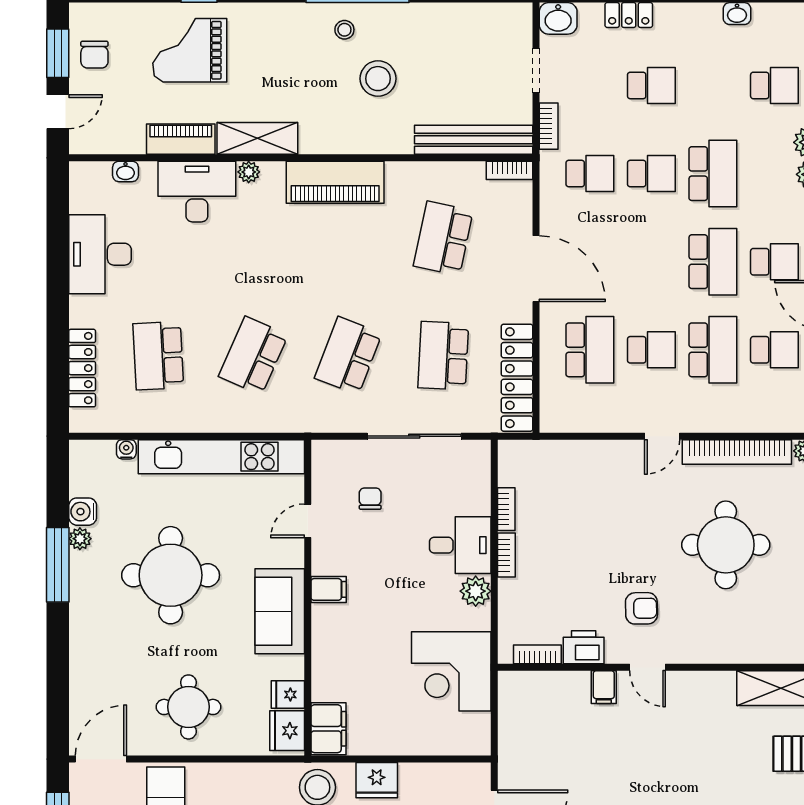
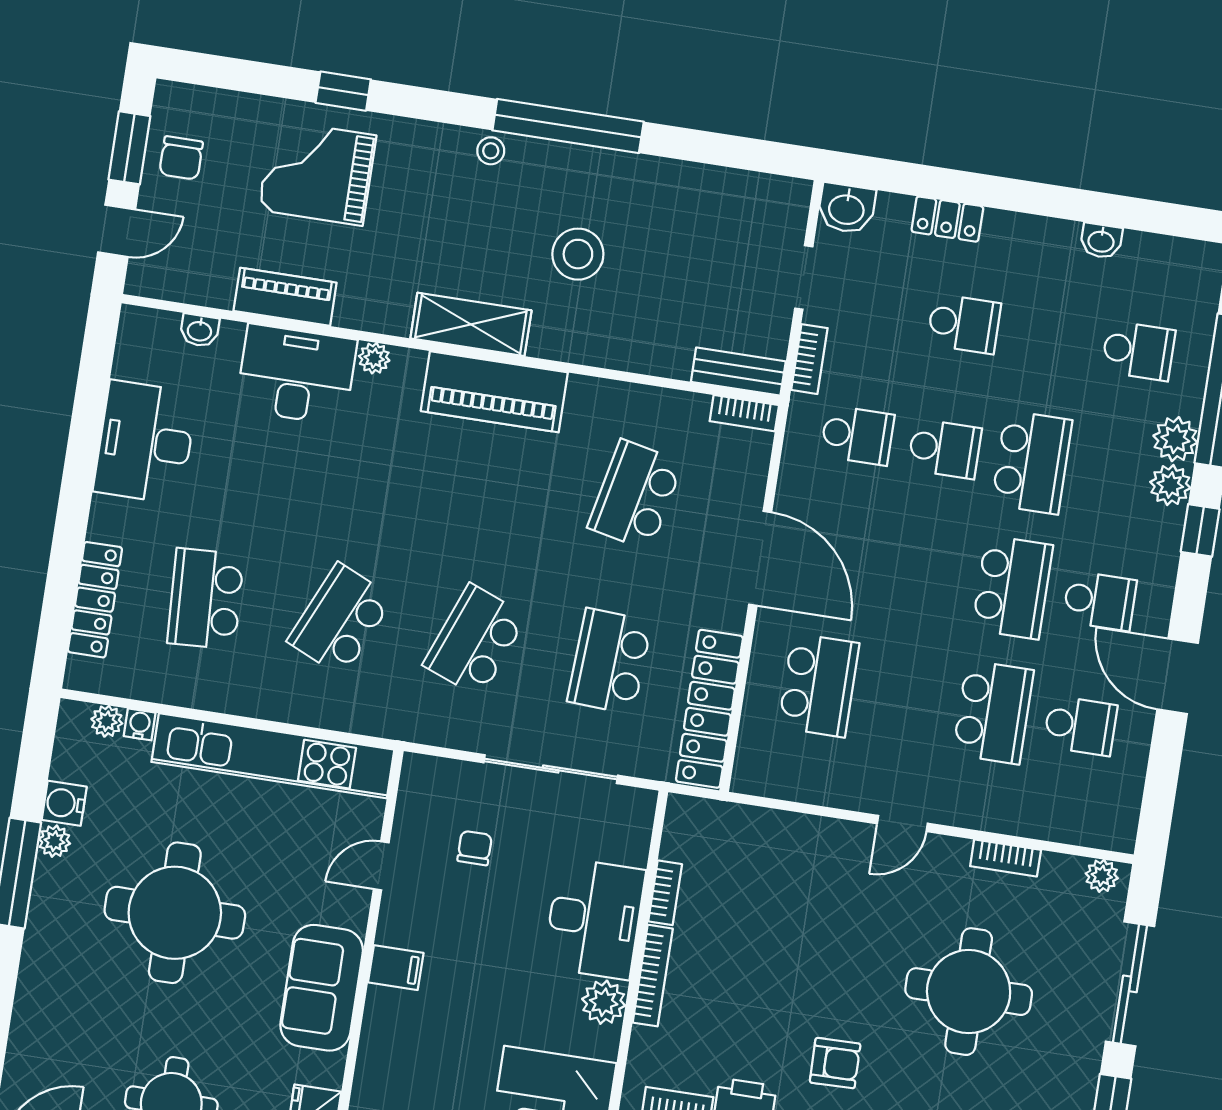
stool: (344, 30) -> (491, 151), moved
shelving: (257, 138) -> (471, 324), moved
bench: (474, 140) -> (738, 372), width x0.54, depth x0.82
school desk: (651, 350) -> (906, 699), removed
plant: (103, 451) -> (107, 721), added
bookcase: (737, 452) -> (1006, 858), width x0.43, depth x0.76
desk: (460, 545) -> (594, 919), width x1.37
bookcase: (506, 555) -> (653, 976), width x1.56

